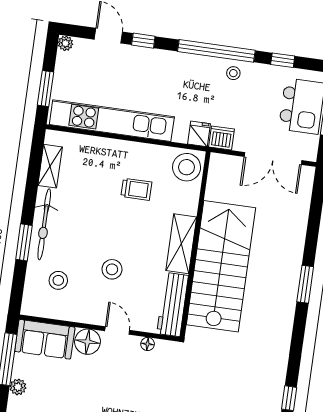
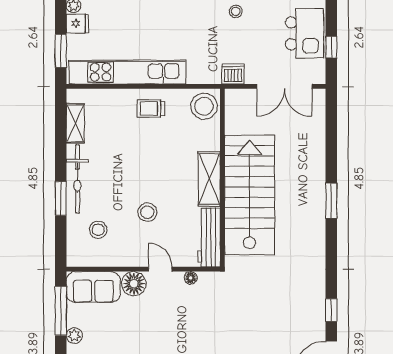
fridge: (199, 134) -> (77, 23), moved, turned 90
trolley: (136, 189) -> (151, 108), moved, turned 180

